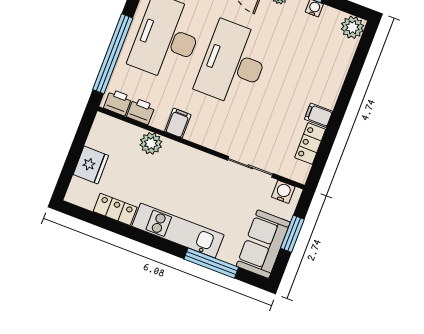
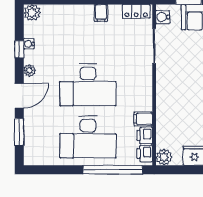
filing cabinet: (178, 123) -> (143, 119), moved
plant: (151, 143) -> (164, 157), moved
locker: (310, 144) -> (136, 11), moved

